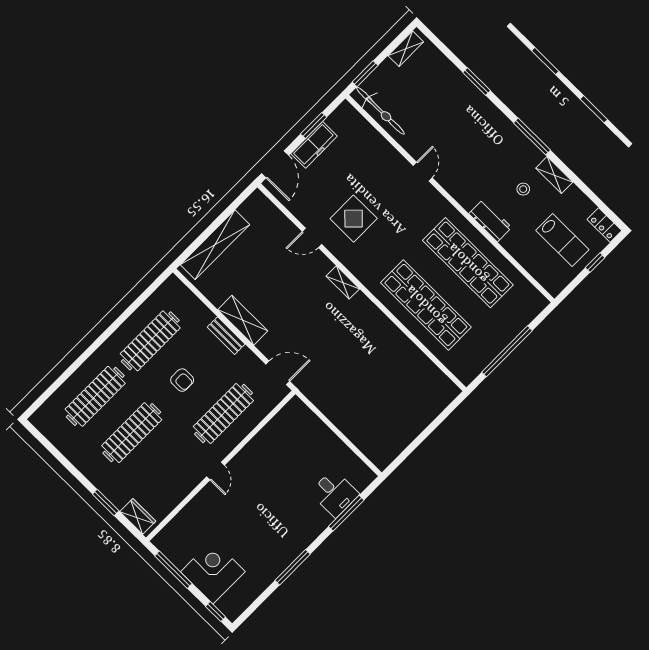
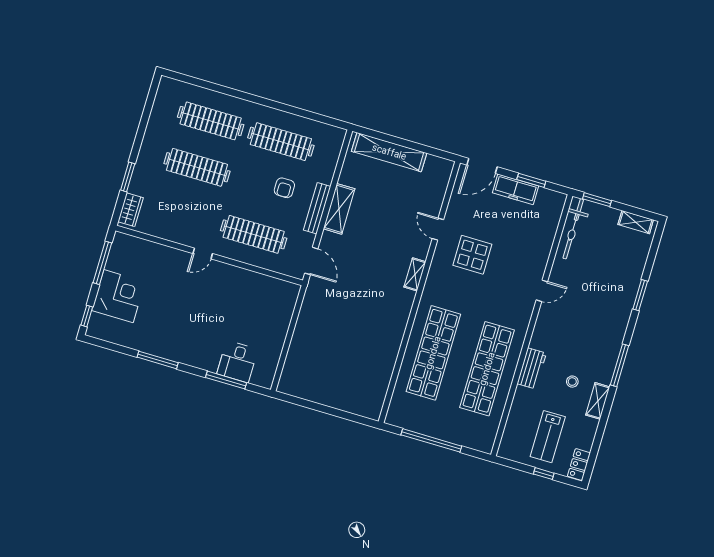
bench: (226, 336) -> (317, 208), width x1.36
armchair: (182, 380) -> (284, 188), moved

